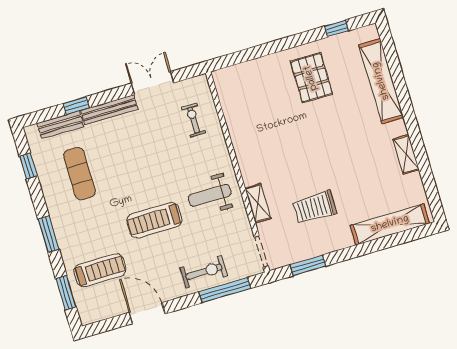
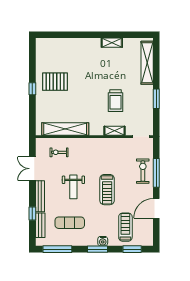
window: (337, 28) -> (32, 89), moved
shelving: (381, 81) -> (65, 129), moved
window: (28, 166) -> (57, 249), width x2.17
weight bench: (210, 195) -> (73, 187), moved
trolley: (315, 207) -> (115, 101), moved
water cooler: (65, 239) -> (103, 241), added
window: (308, 265) -> (156, 99), moved
window: (225, 290) -> (156, 173), moved

